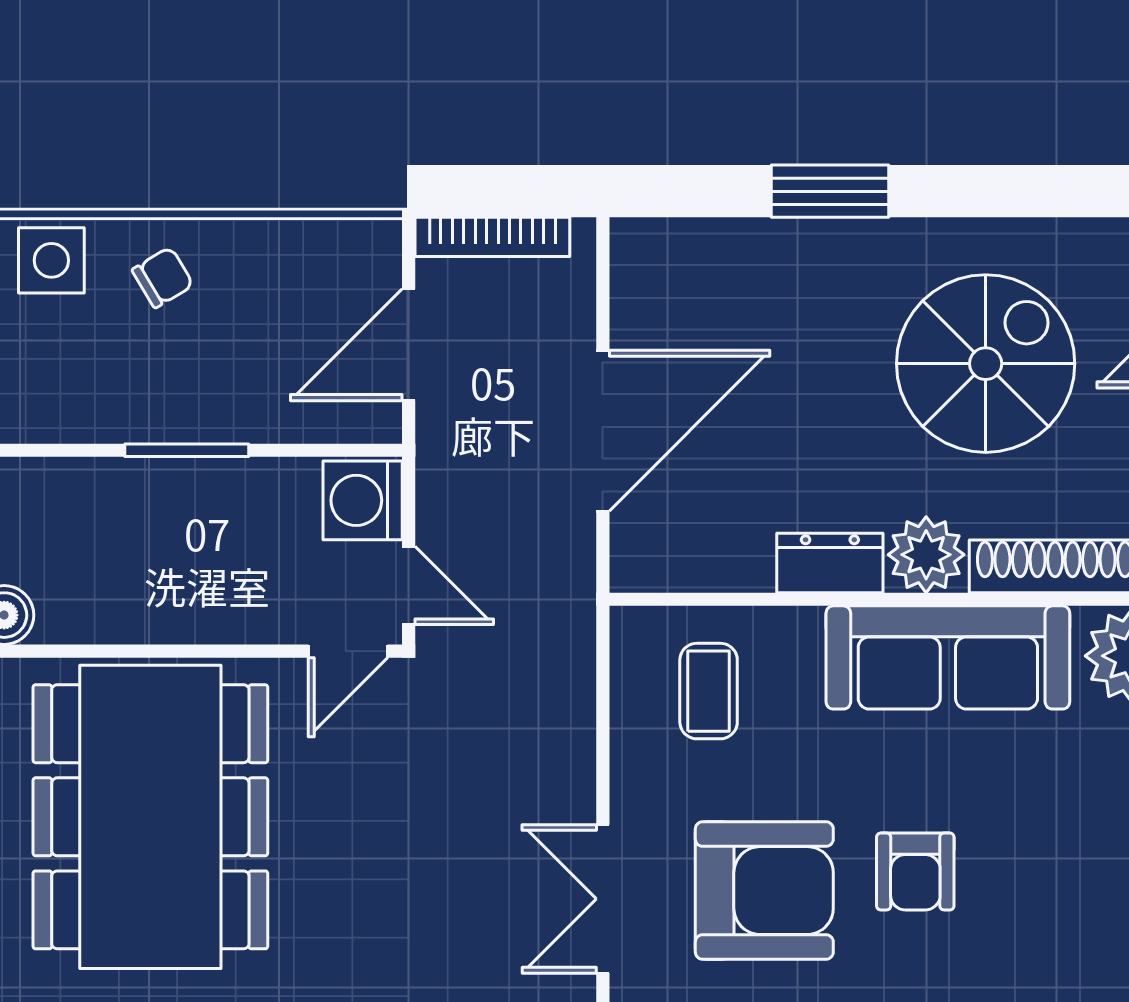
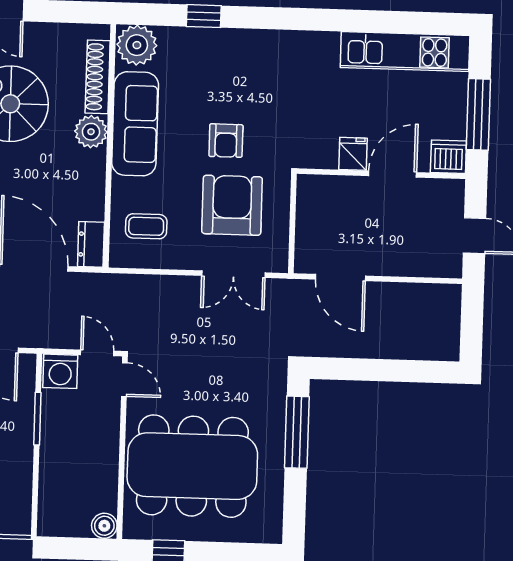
window: (187, 450) -> (37, 419), moved
dresser: (830, 563) -> (91, 244), moved
door: (409, 585) -> (97, 353), hinge flipped
armchair: (915, 871) -> (226, 141), turned 90

